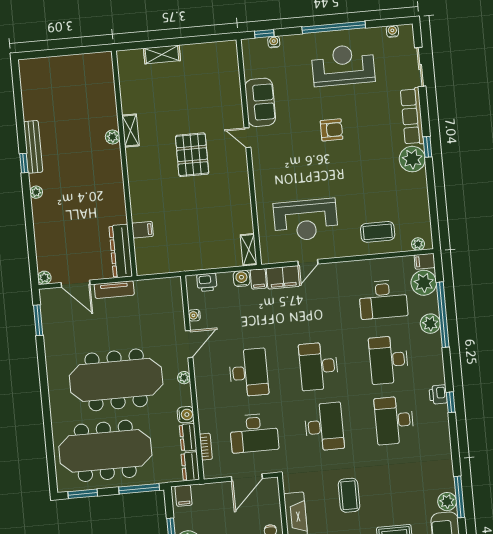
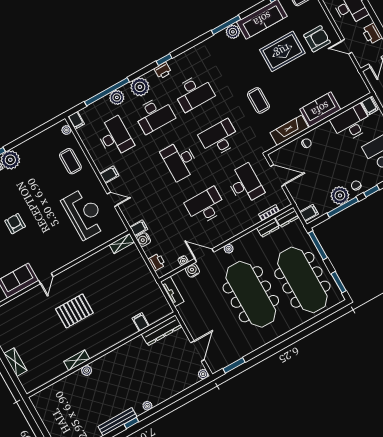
filing cabinet: (283, 277) -> (109, 175), moved, width x0.50
plant: (424, 283) -> (140, 87), moved
tv unit: (114, 290) -> (172, 292), moved
desk: (319, 366) -> (180, 160), turned 90
water cooler: (186, 415) -> (192, 270), moved
coffee table: (349, 495) -> (258, 100), turned 90

